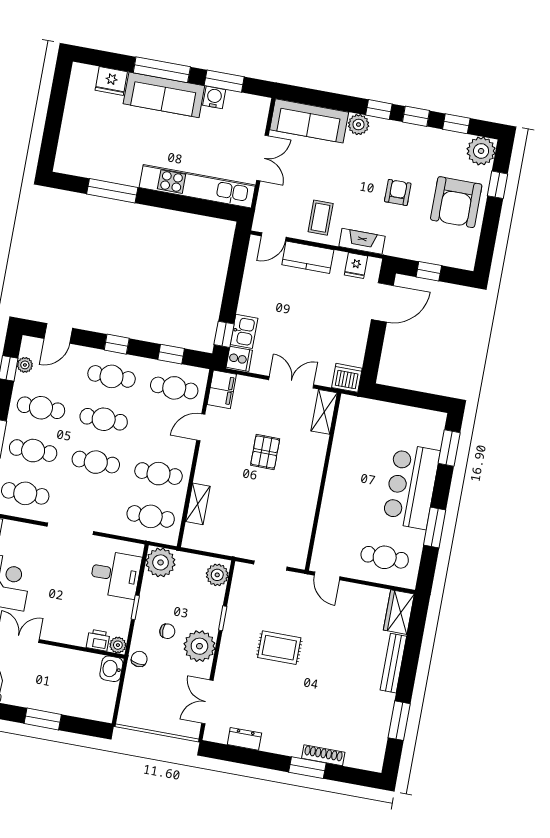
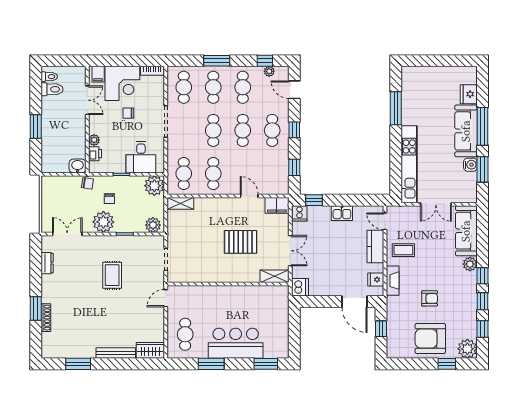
kitchen sink: (244, 331) -> (342, 213), moved
cafe table: (174, 388) -> (272, 174), removed
pallet: (265, 452) -> (241, 242), width x1.50, depth x1.42
shelving: (198, 504) -> (180, 203), moved
chair: (48, 581) -> (128, 113), added
plant: (118, 645) -> (94, 140), moved

